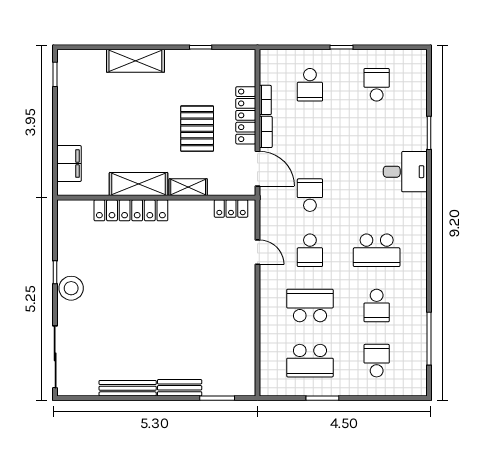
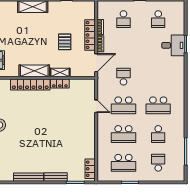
school desk: (377, 85) -> (158, 19), turned 180
pallet: (197, 129) -> (65, 42), width x0.67, depth x0.71
door: (257, 169) -> (96, 63), hinge flipped
desk: (405, 172) -> (173, 45), moved
locker: (231, 208) -> (60, 84), moved
school desk: (310, 250) -> (123, 105), width x1.85
school desk: (310, 305) -> (123, 134), turned 180
locker: (246, 372) -> (90, 169), added

